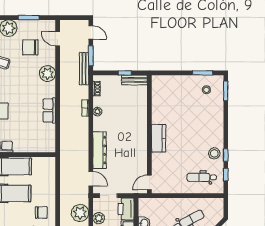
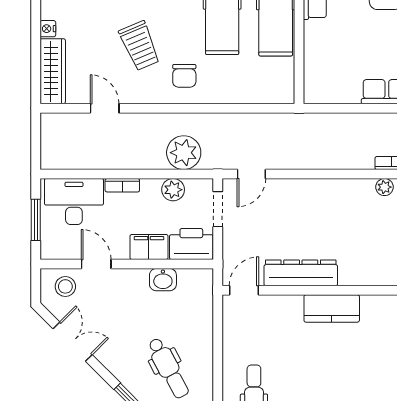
dresser: (100, 150) -> (301, 273), moved, turned 180
door: (149, 182) -> (244, 290), hinge flipped

